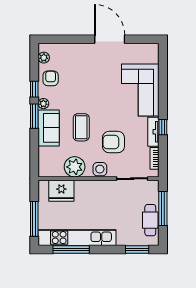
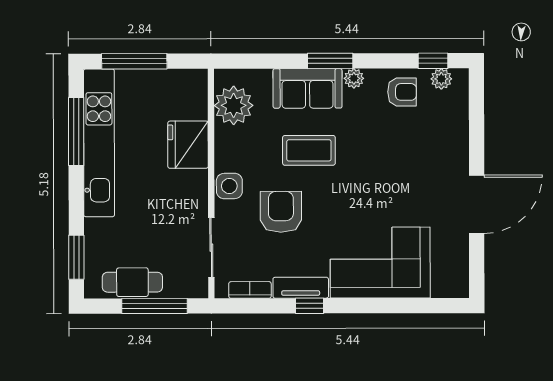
window: (34, 89) -> (433, 61), moved
plant: (75, 167) -> (234, 105), moved
fridge: (61, 191) -> (188, 145), moved

